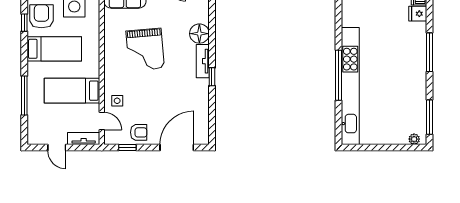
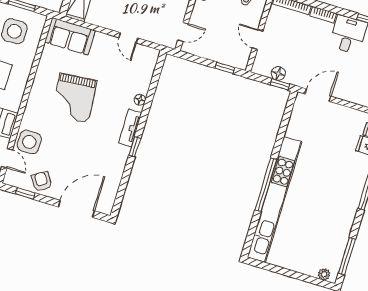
floor lamp: (199, 34) -> (140, 100), width x0.53, depth x0.53
side table: (117, 101) -> (29, 142), width x1.87, depth x1.87
armchair: (139, 132) -> (42, 181), turned -123

